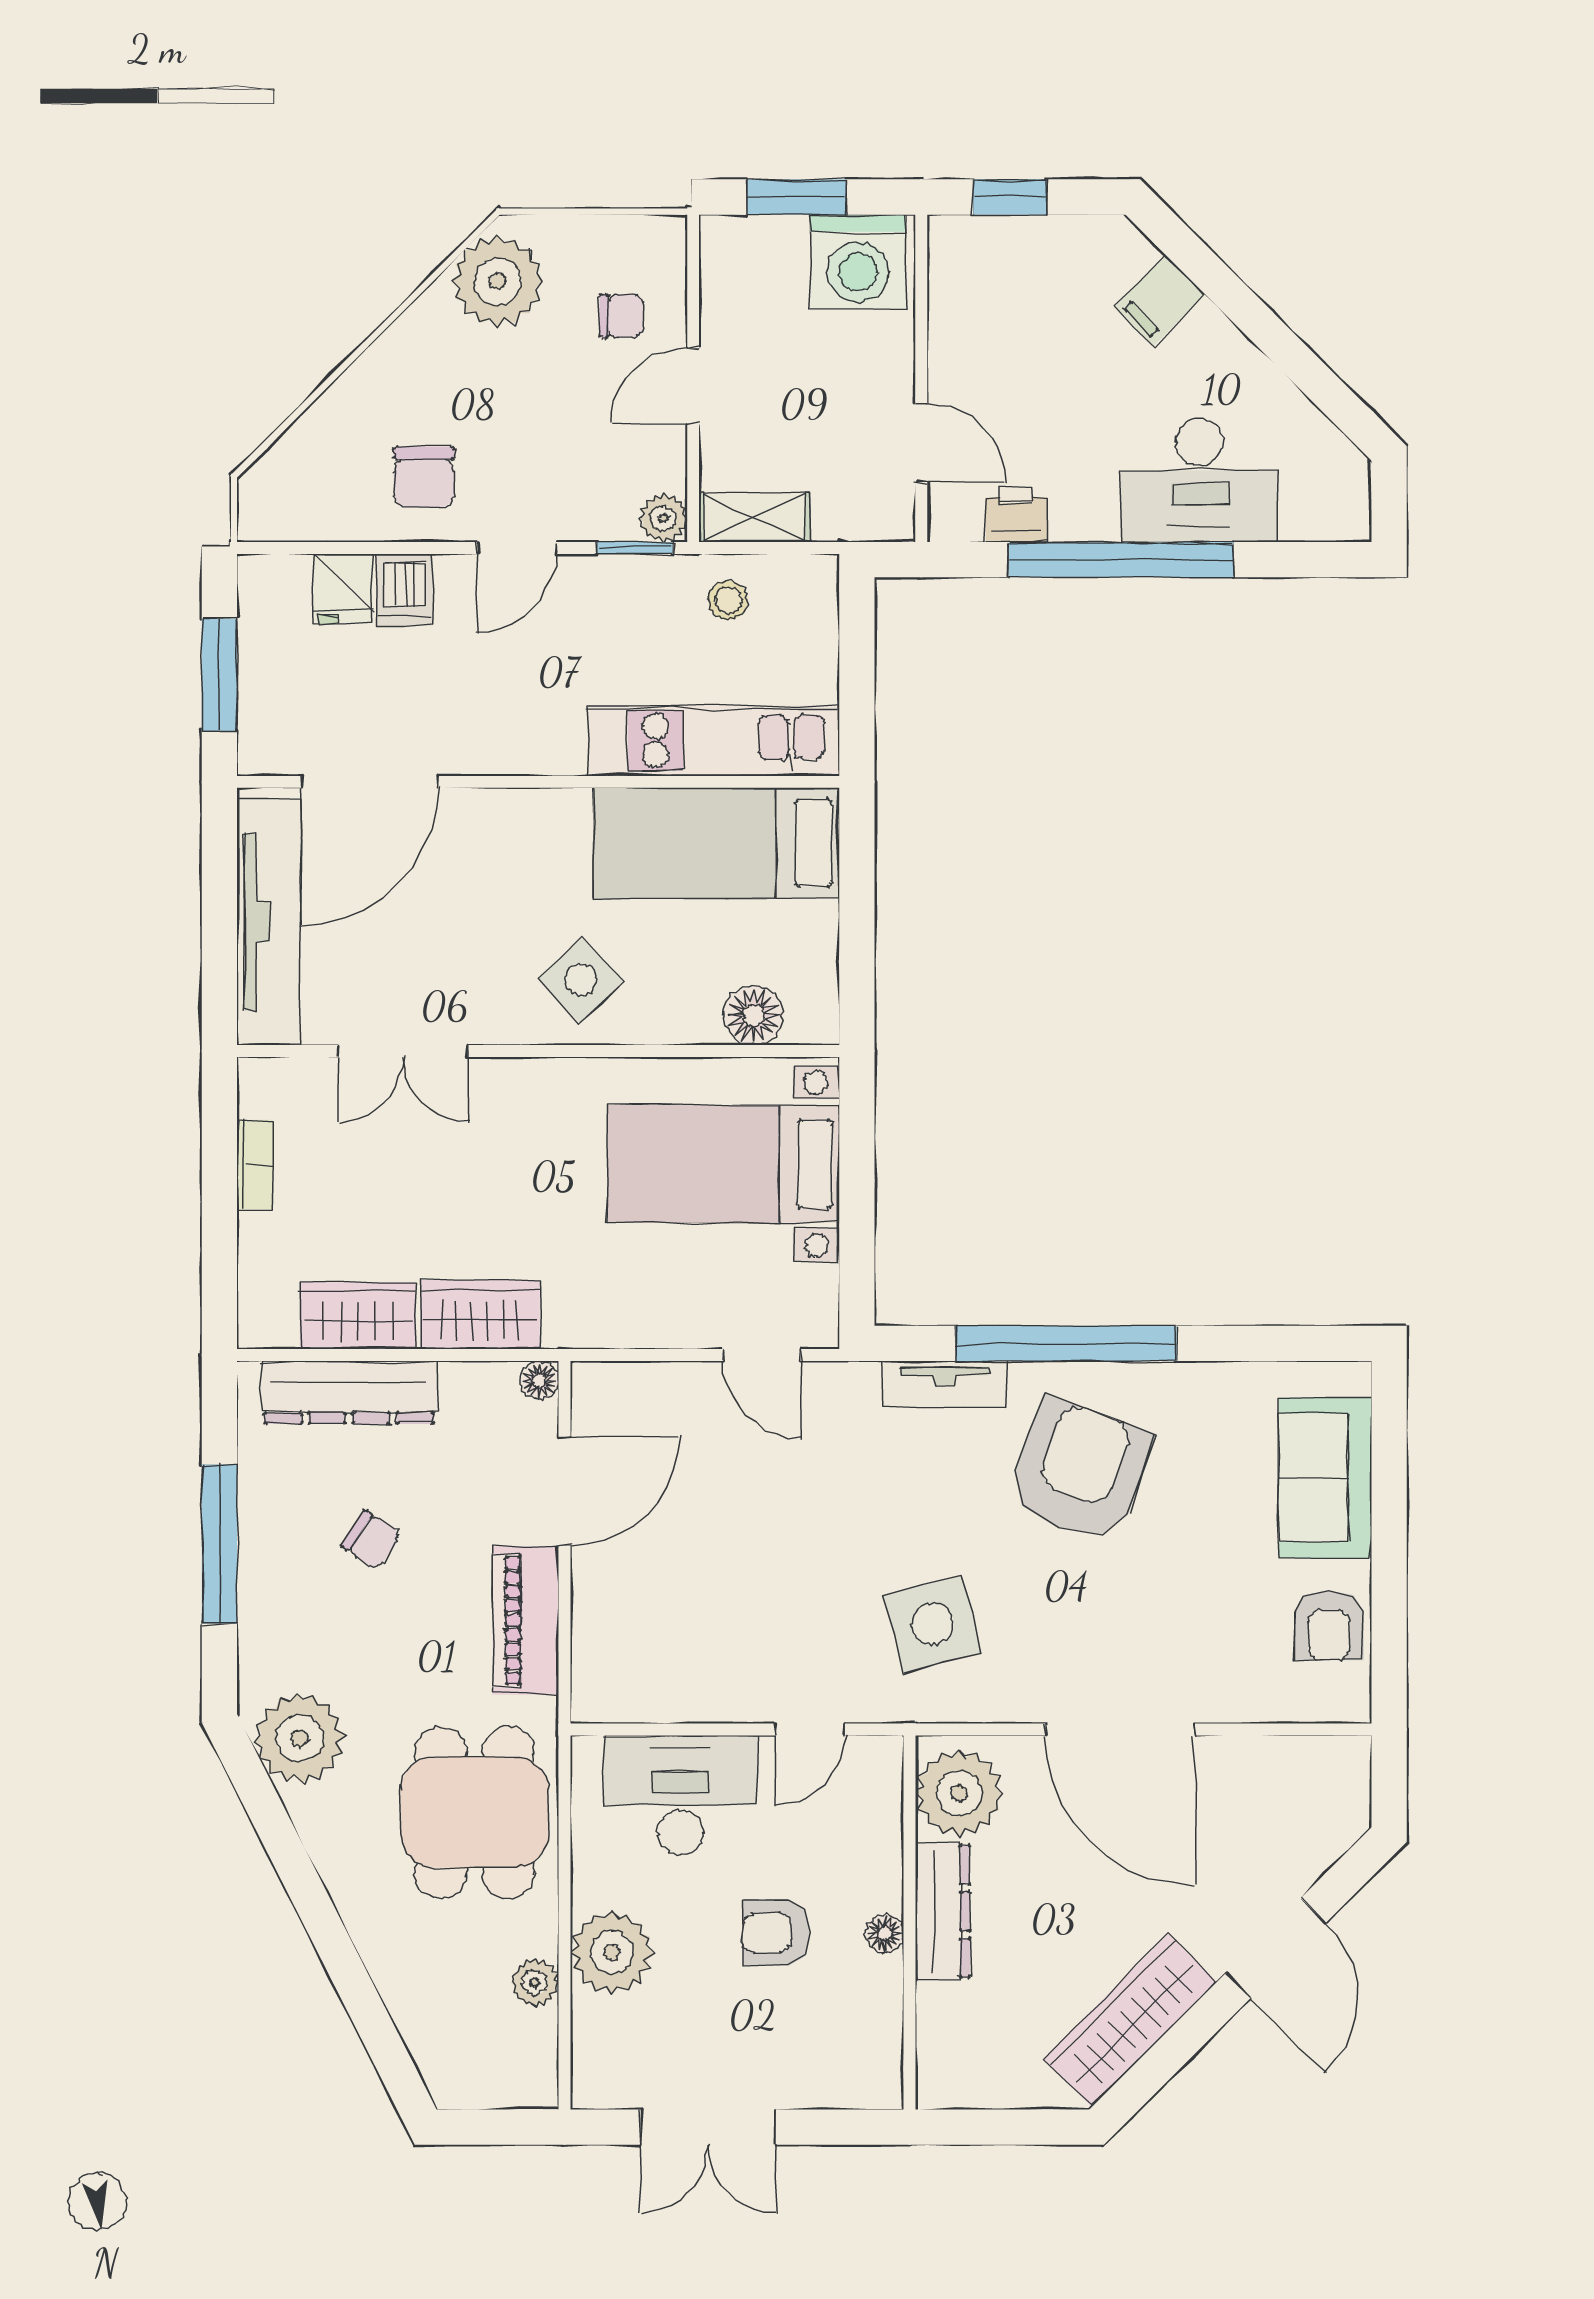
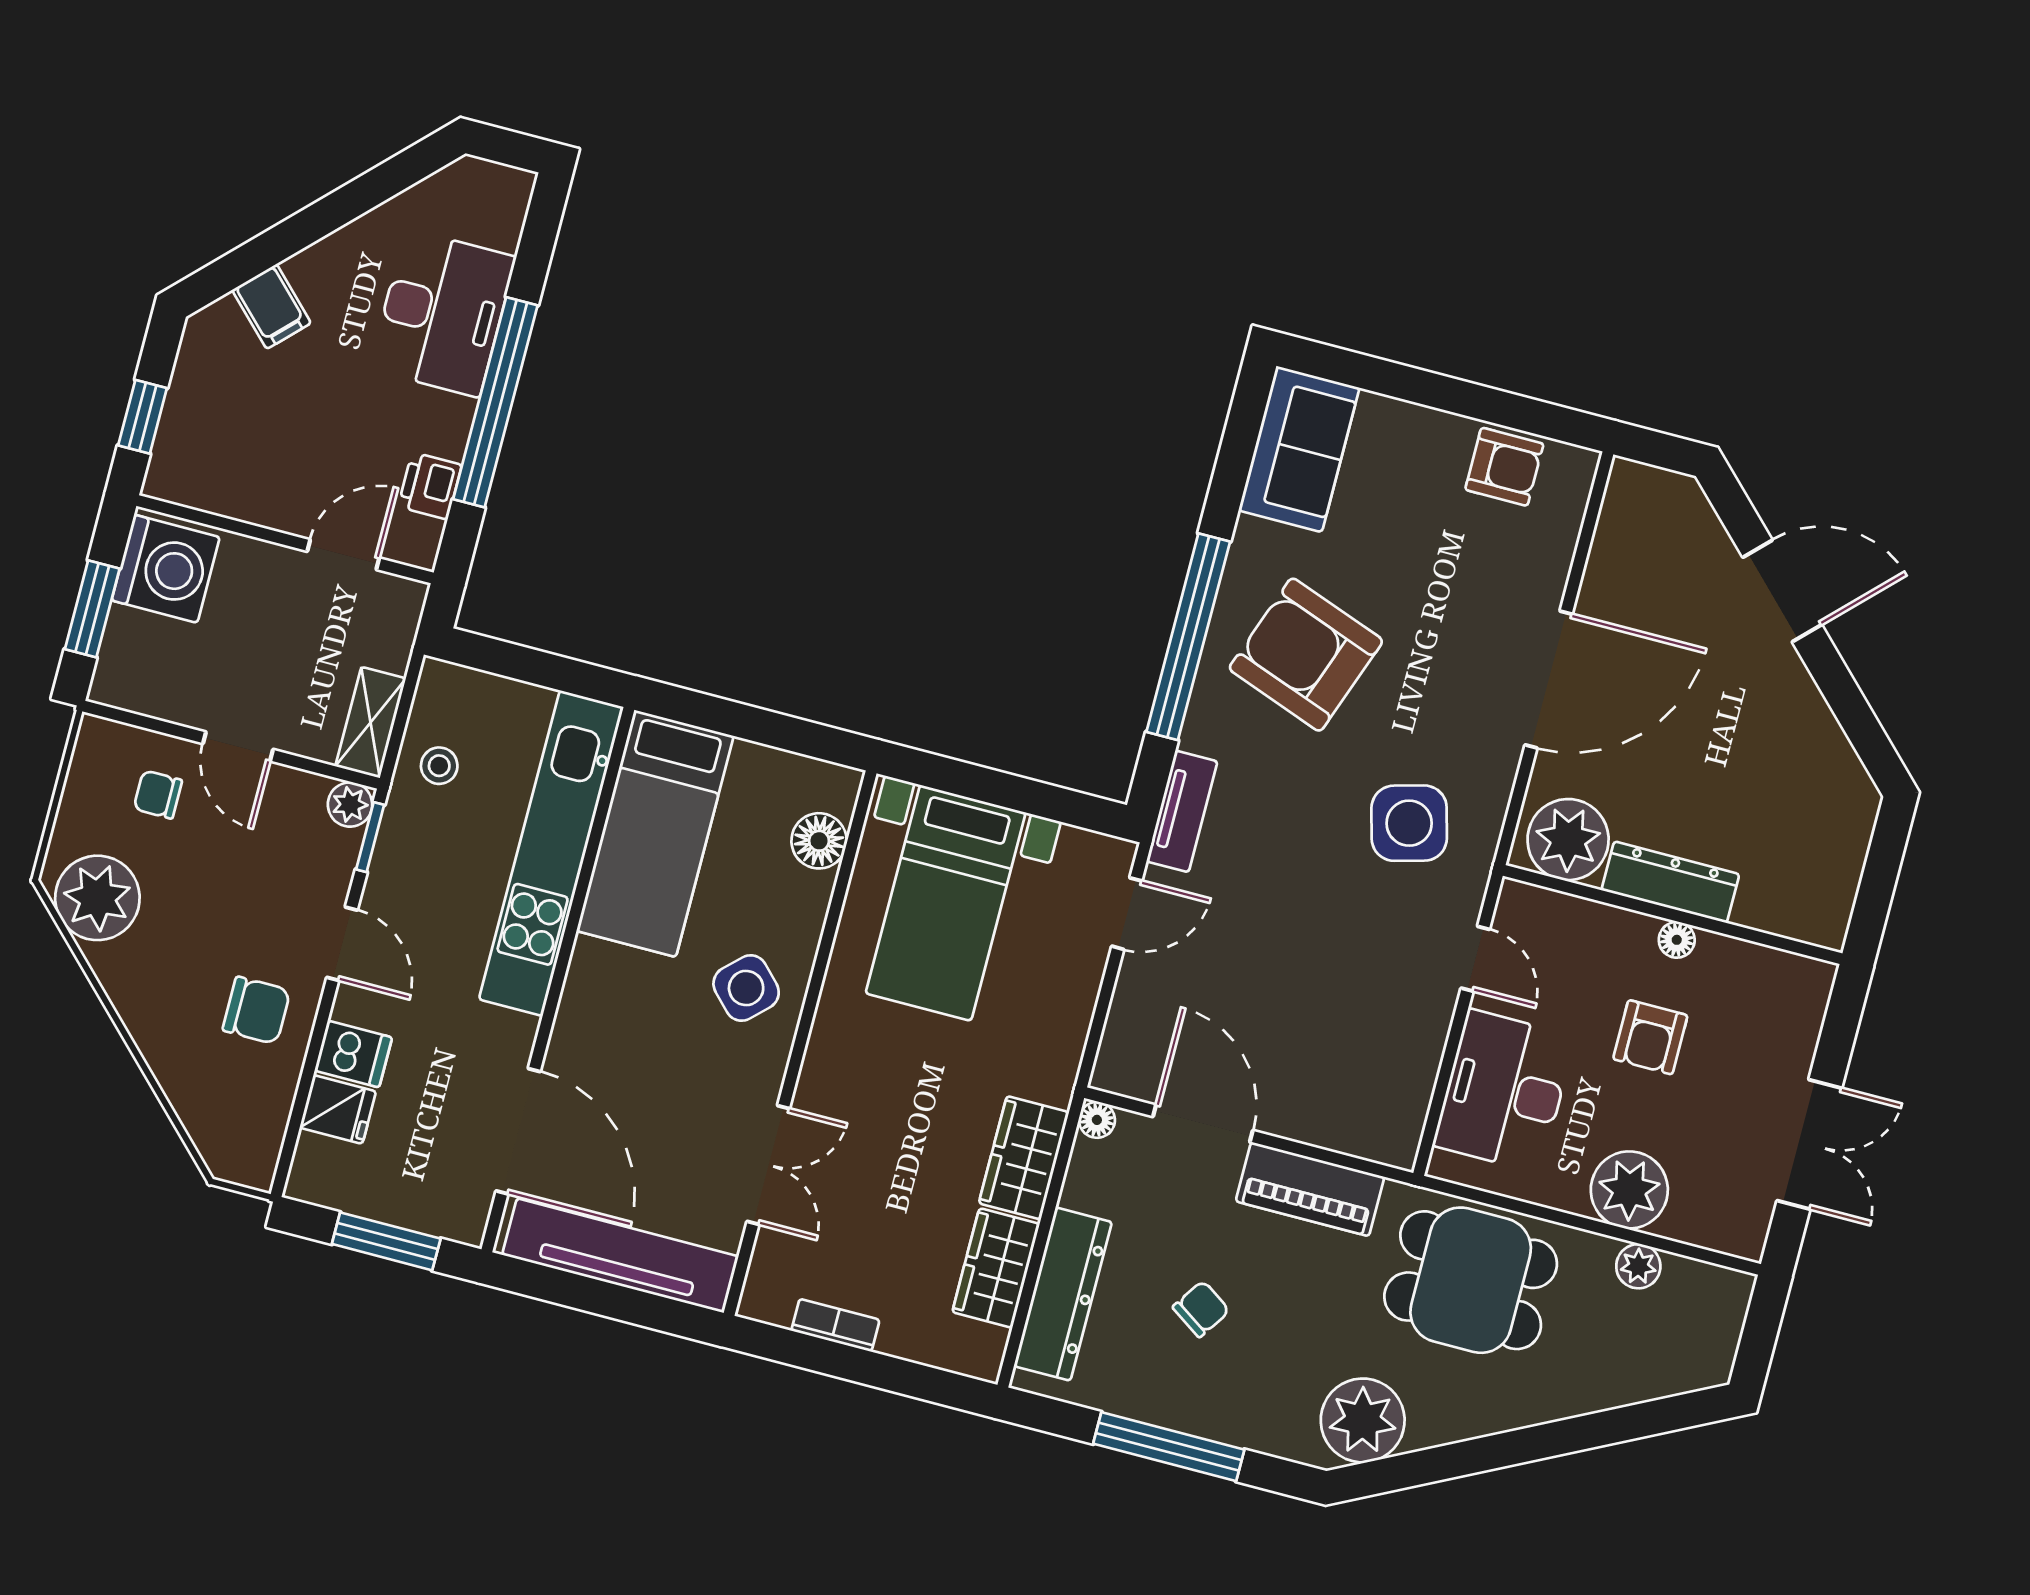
chair: (621, 316) -> (158, 794), turned -90
kitchen unit: (713, 741) -> (551, 853), width x1.36
tv unit: (945, 1384) -> (1182, 811), moved
sofa: (1325, 1478) -> (1299, 449), moved, turned -90
wardrobe: (1130, 2020) -> (1813, 739), removed

